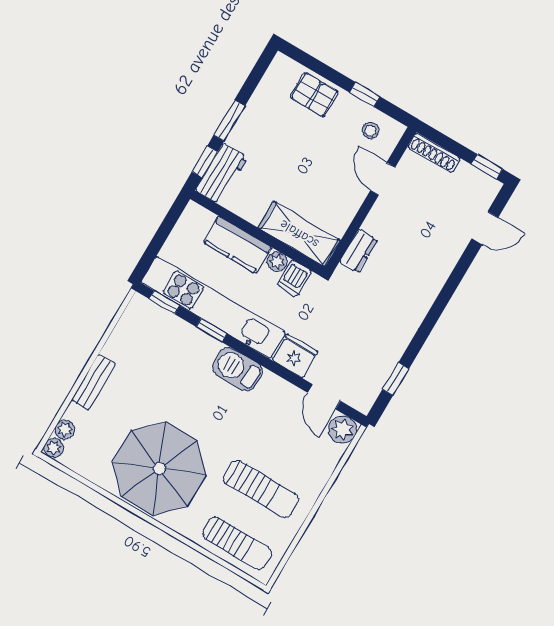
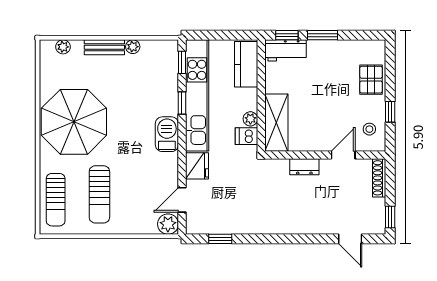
kitchen counter: (237, 245) -> (246, 64), moved
dresser: (358, 251) -> (304, 167), moved
plant: (54, 448) -> (133, 47), moved

